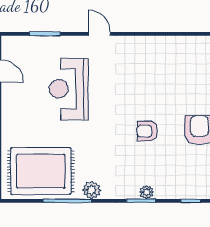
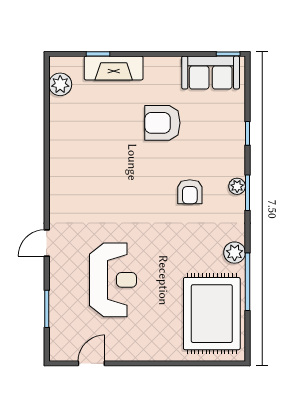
reception desk: (69, 89) -> (113, 280), turned -90
armchair: (147, 131) -> (190, 192), moved

